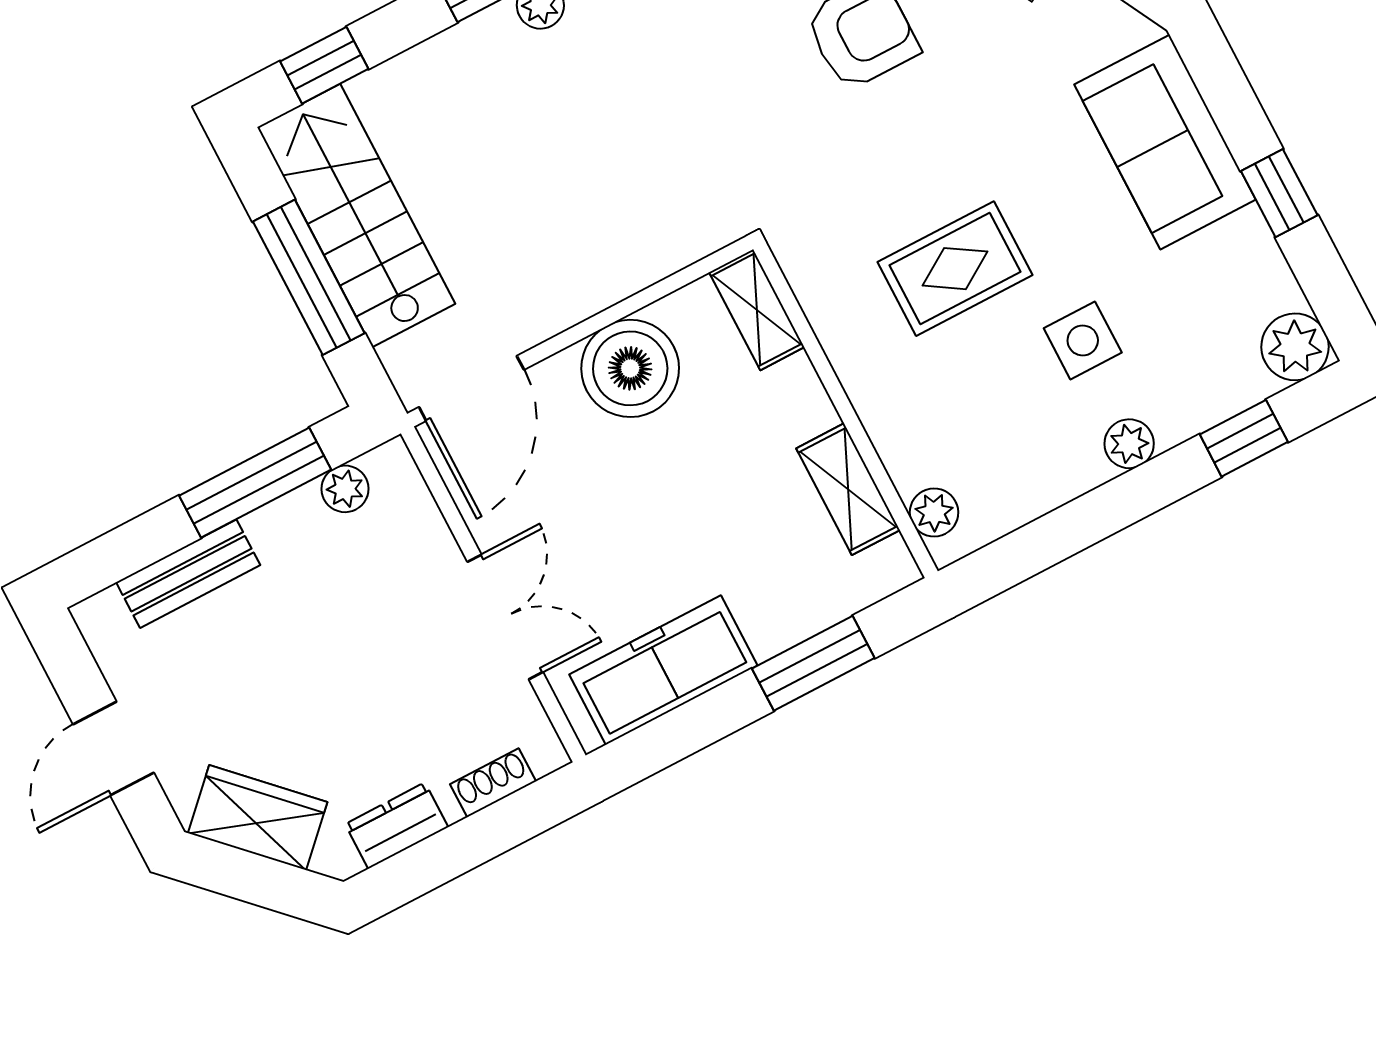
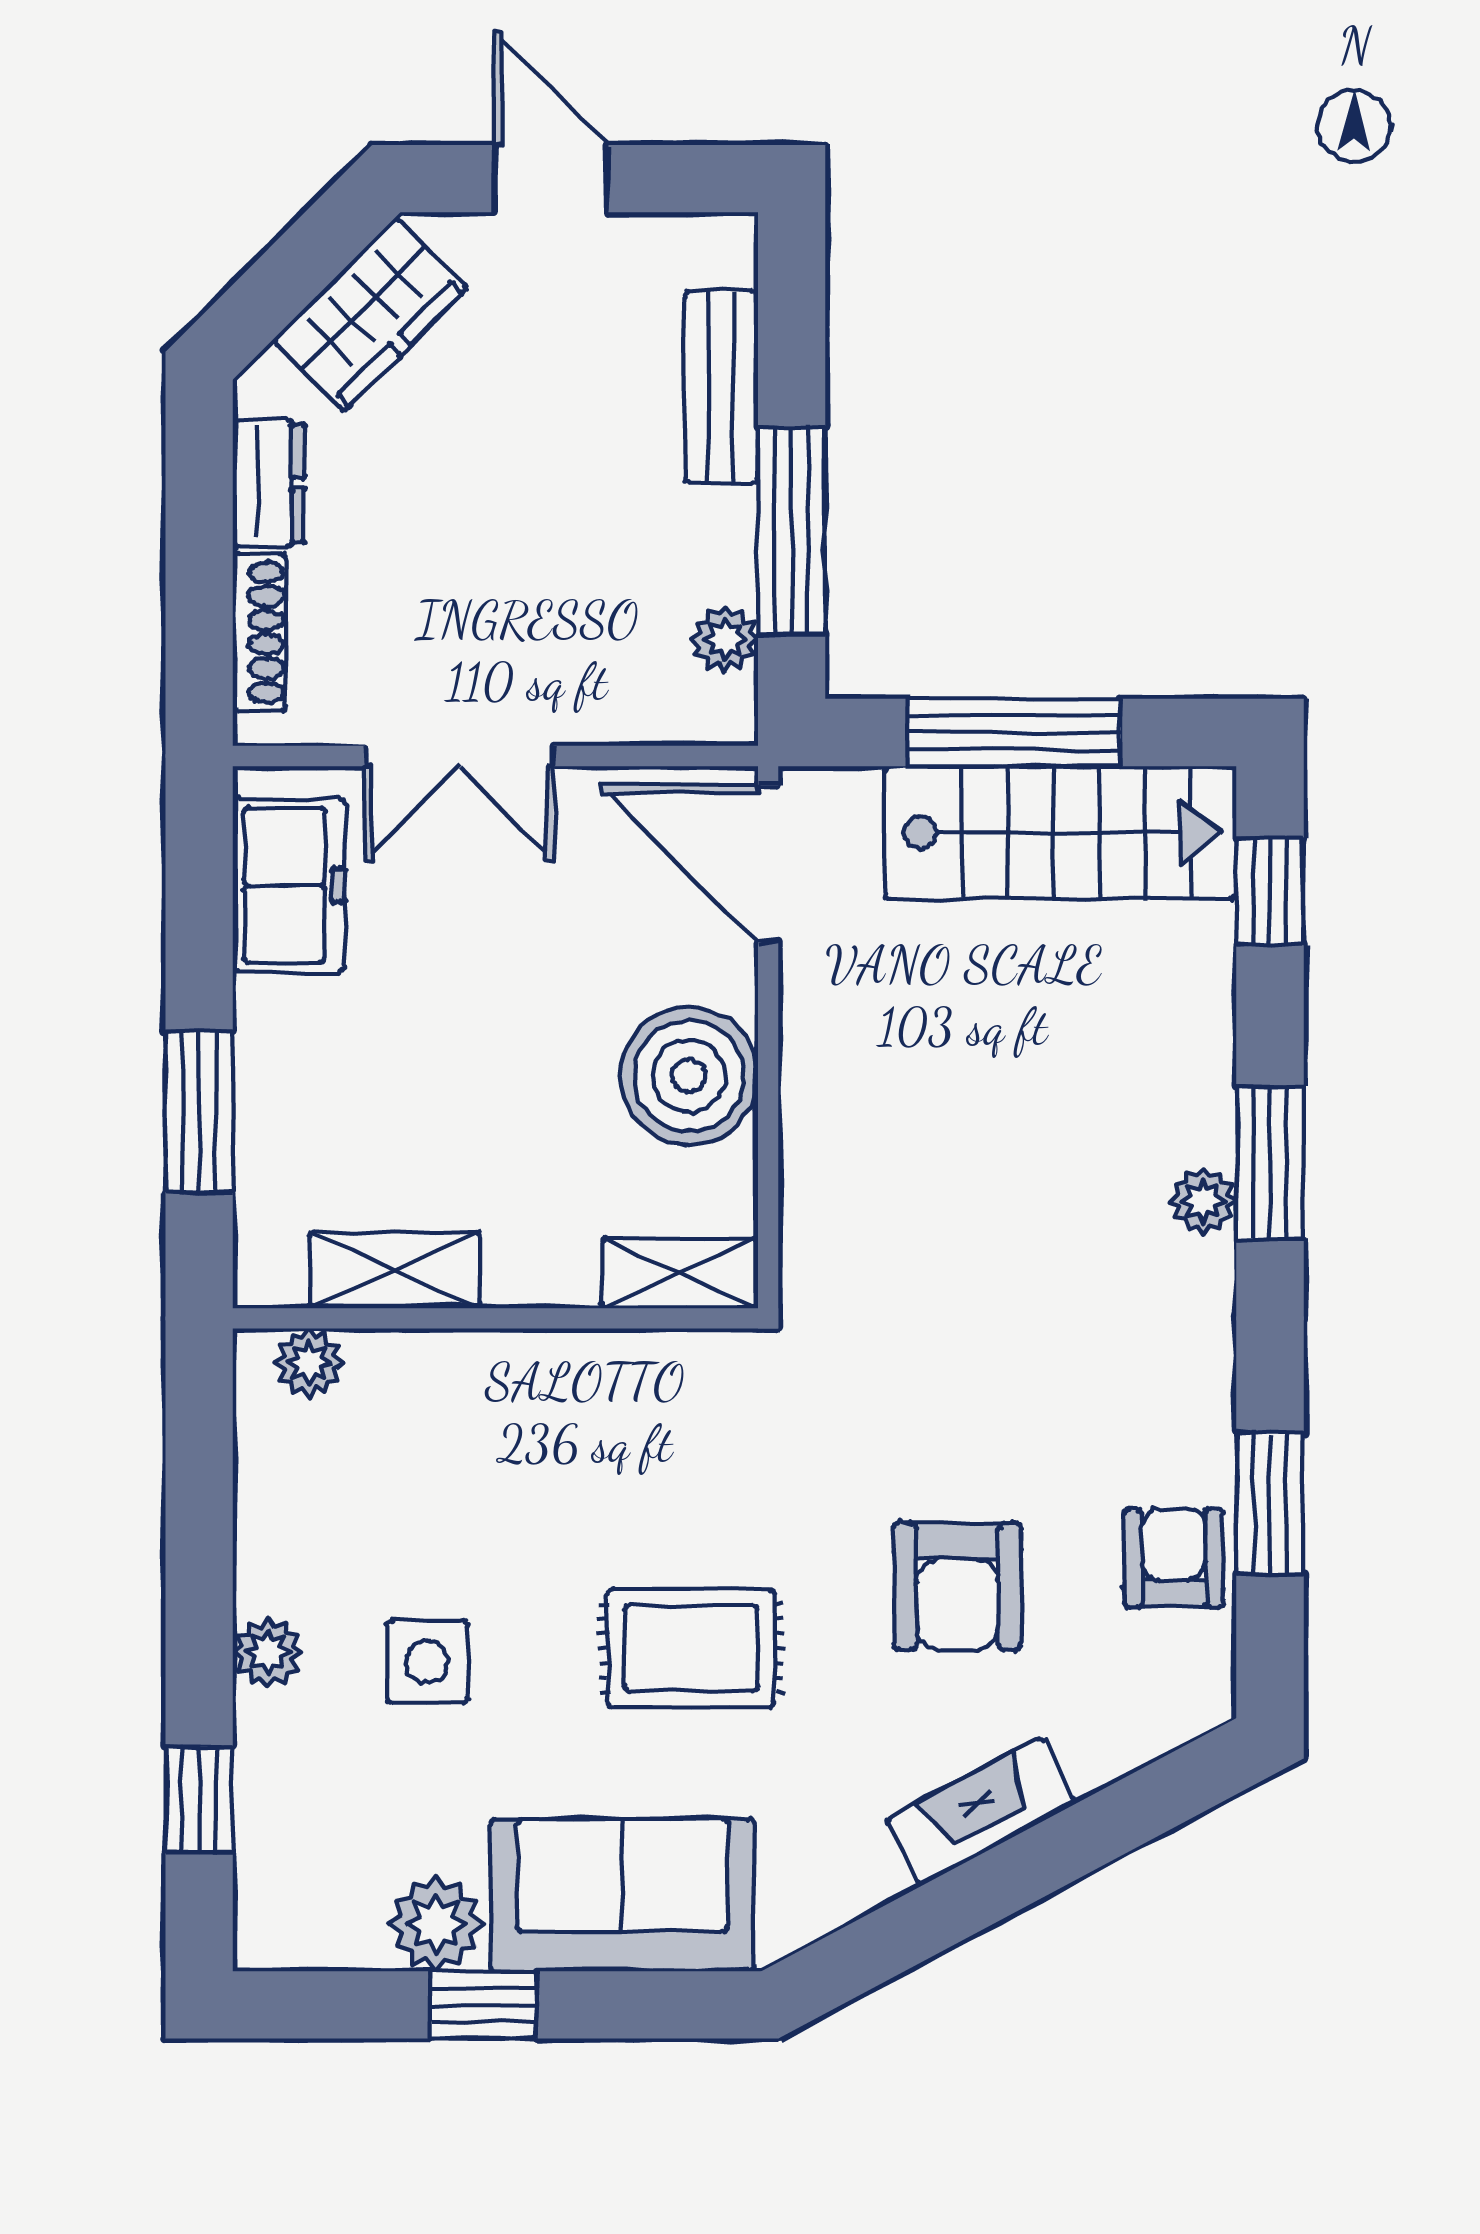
rug: (955, 269) -> (691, 1648), moved, turned 90
plant: (1295, 347) -> (436, 1924), moved
freezer: (663, 670) -> (289, 885), width x0.71
shoe rack: (493, 783) -> (259, 632), width x1.43

